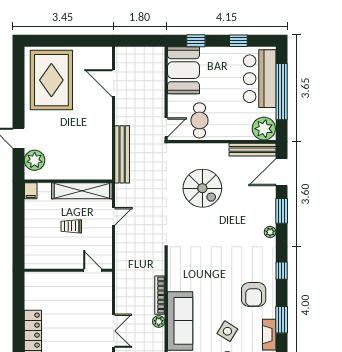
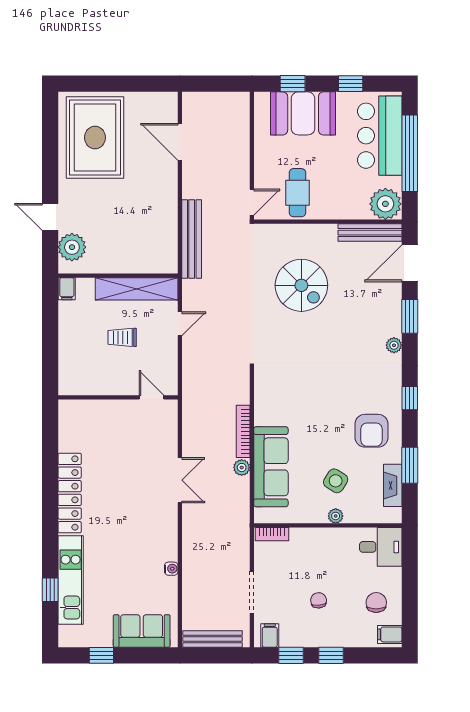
booth: (183, 70) -> (303, 113), moved, turned 90

